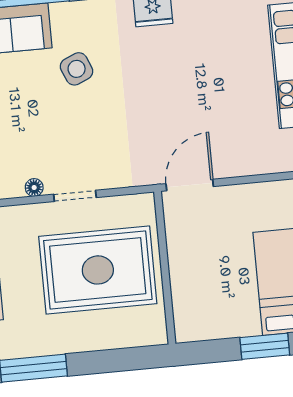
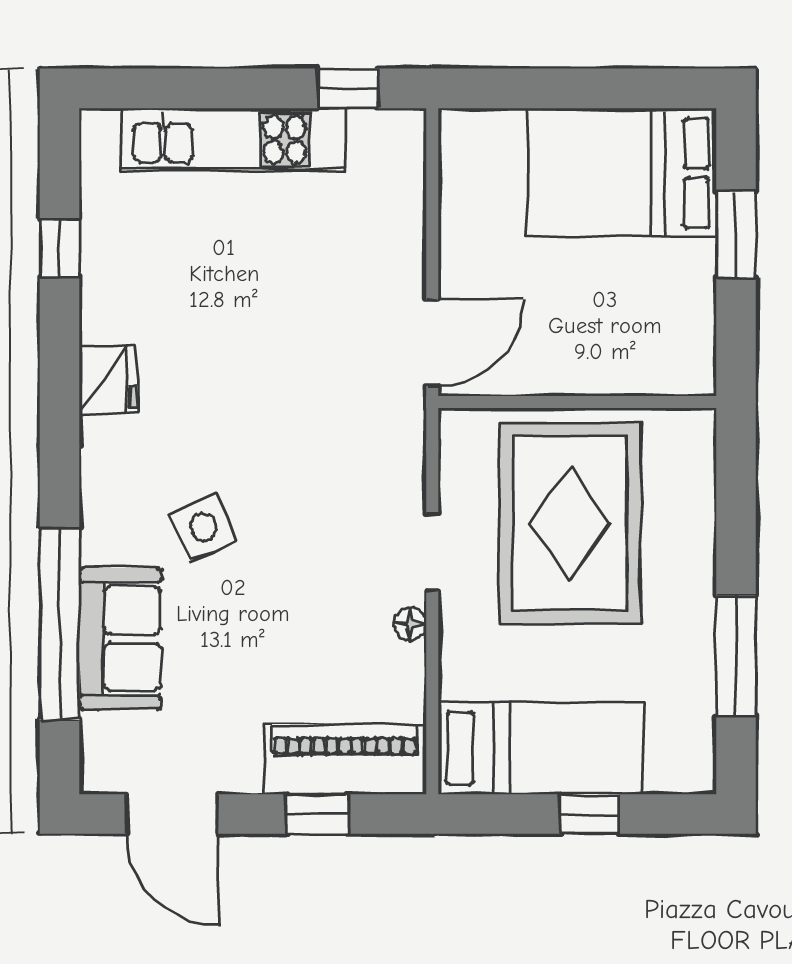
door: (190, 185) -> (432, 343), swing flipped

